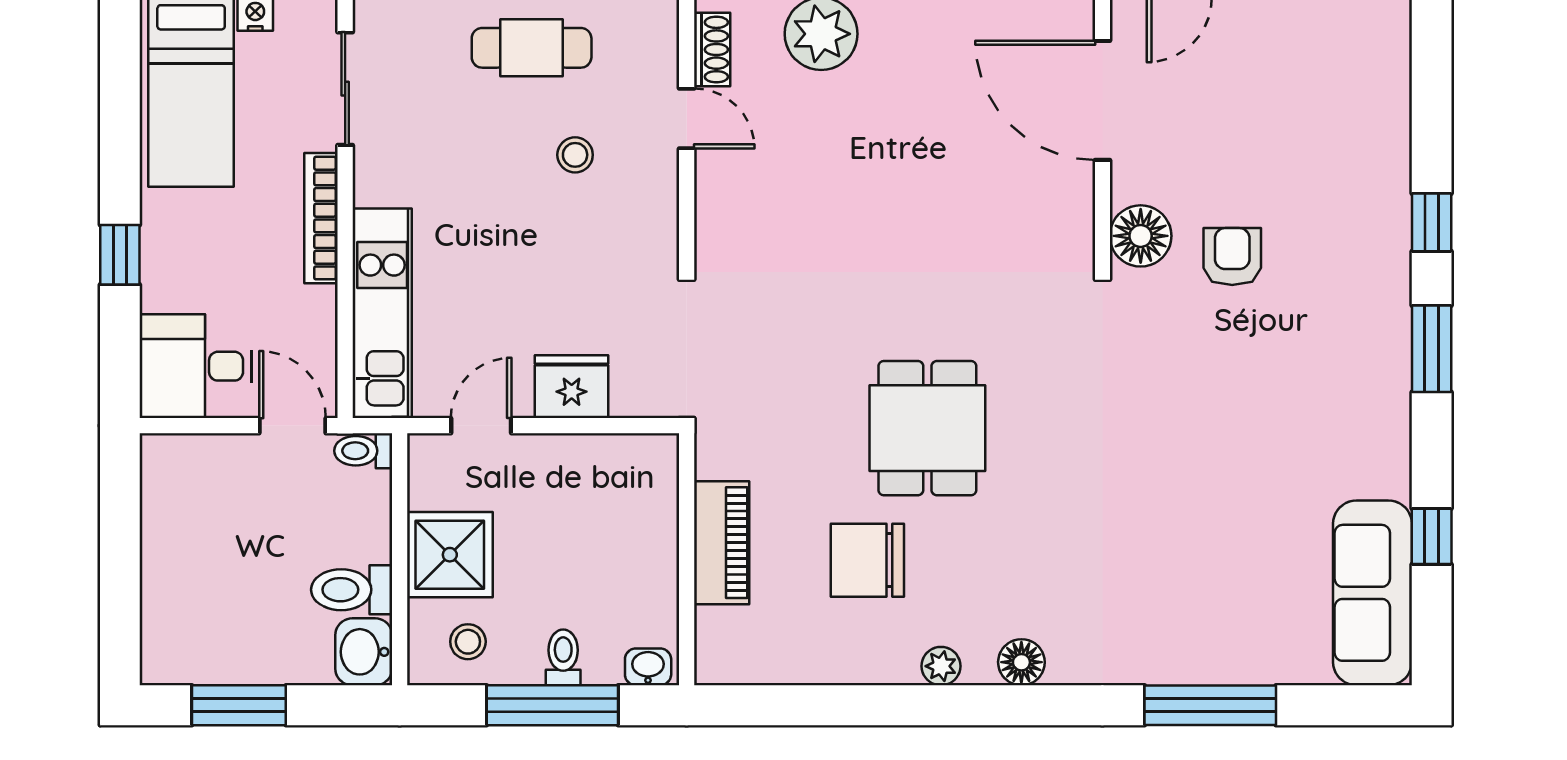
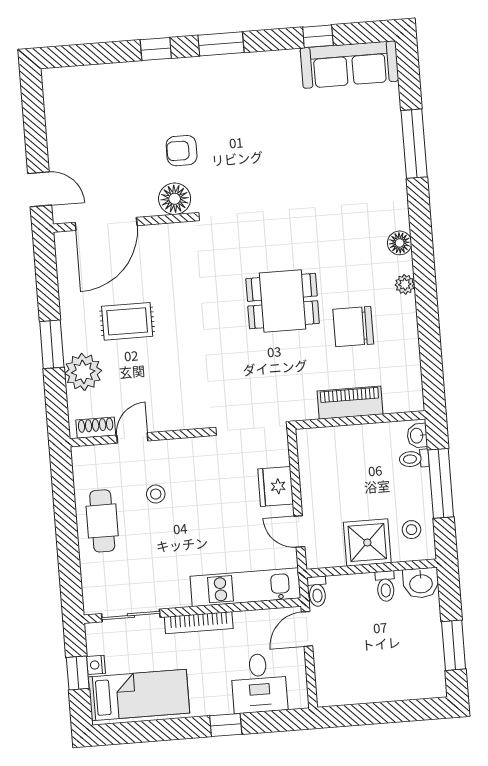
rug: (912, 126) -> (127, 321), added
desk: (196, 366) -> (259, 683), moved
chair: (867, 560) -> (353, 327), turned 90
toilet: (352, 590) -> (385, 586), width x0.73, depth x0.72
toilet: (563, 657) -> (414, 459), moved

